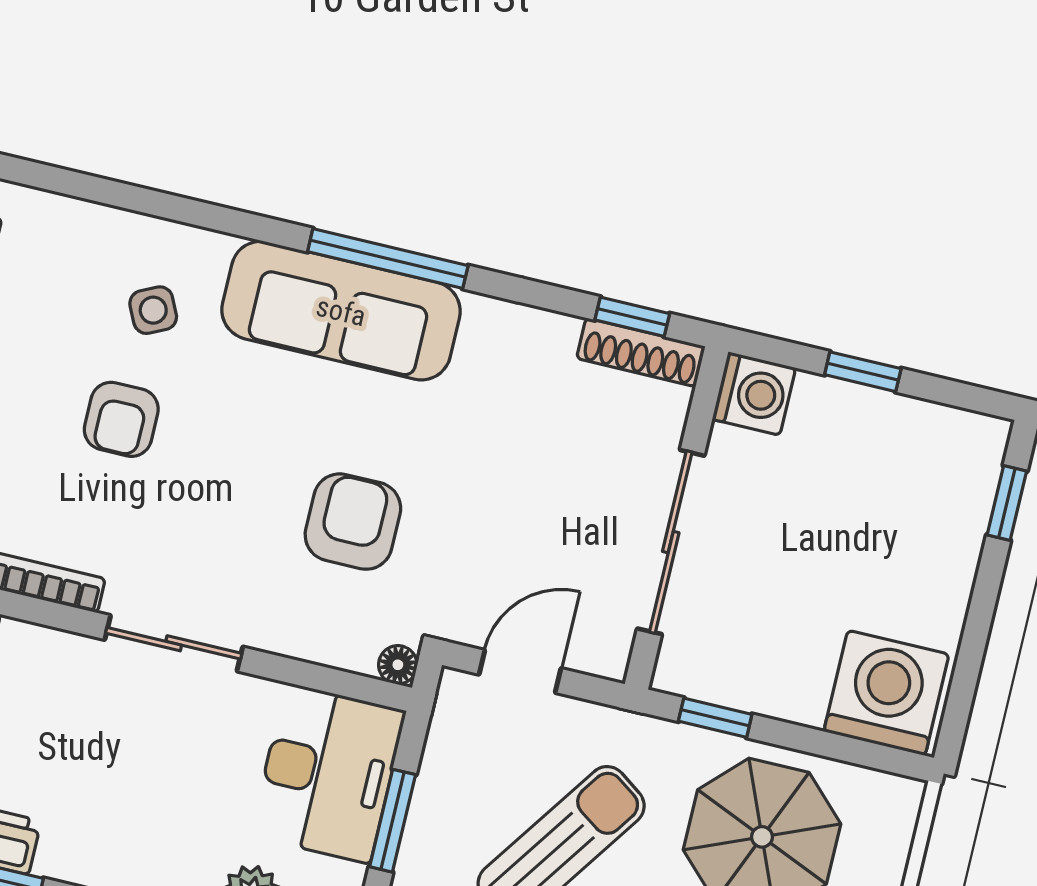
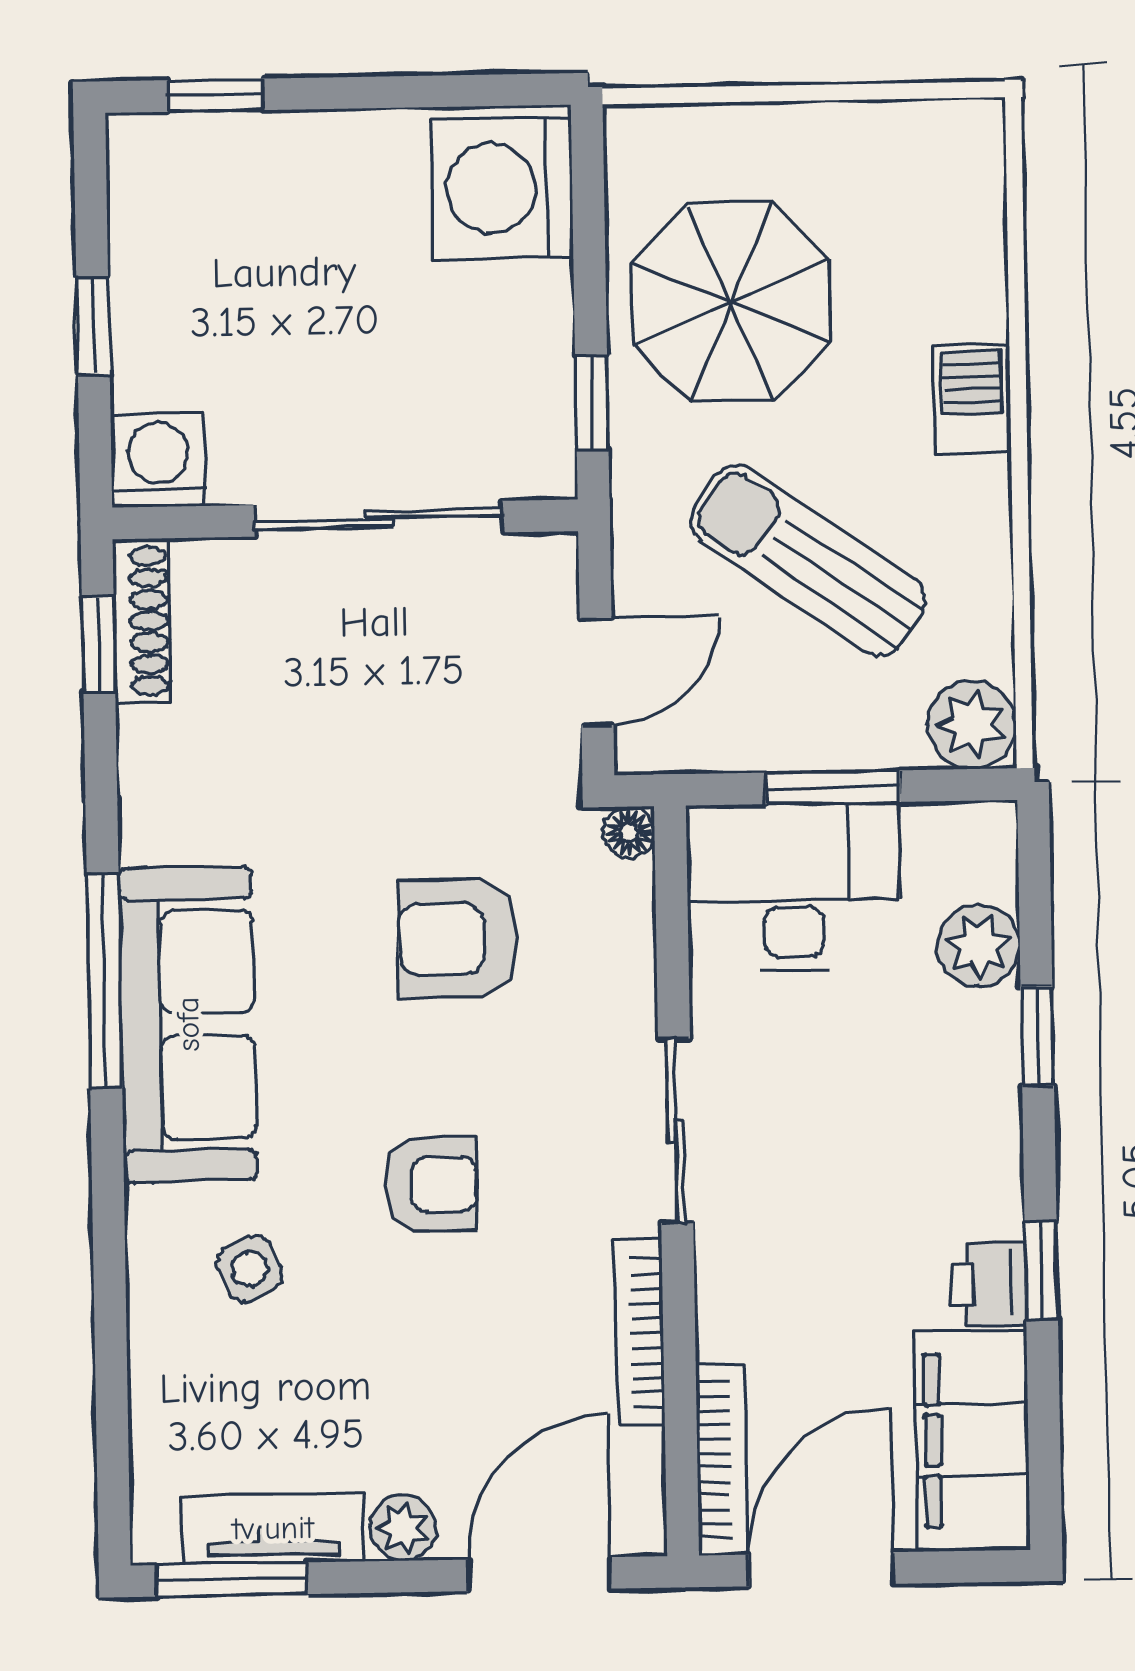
armchair: (121, 419) -> (431, 1185), moved
door: (520, 671) -> (597, 672), swing flipped

